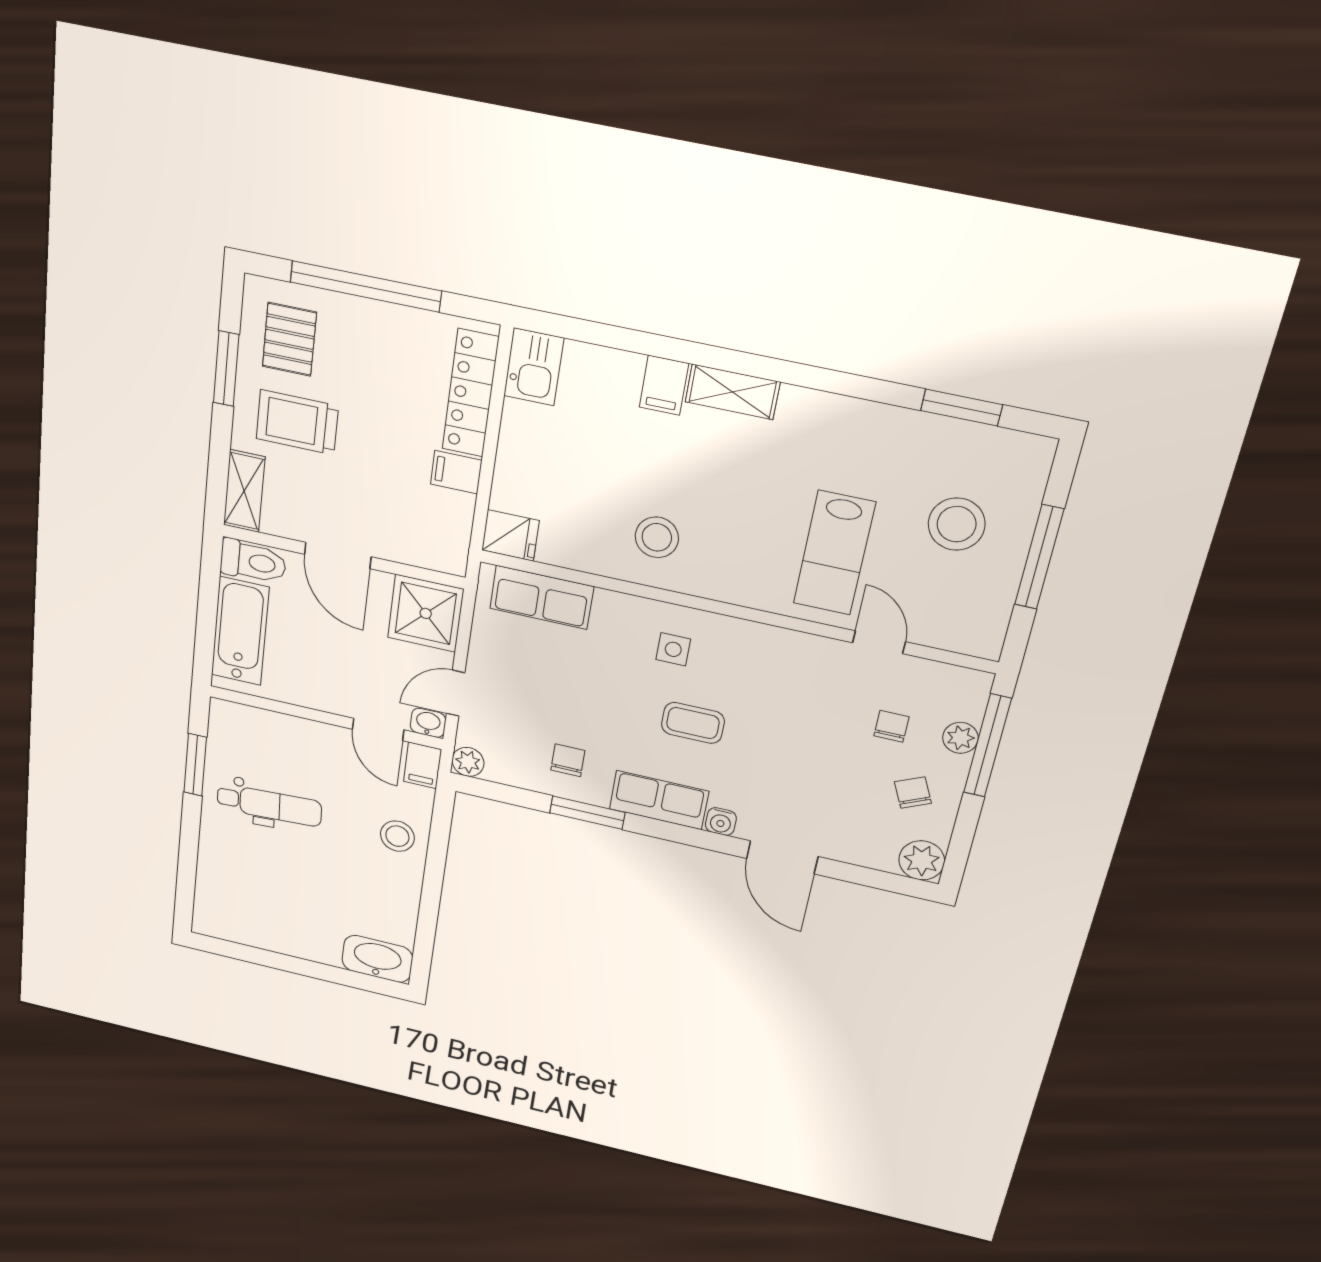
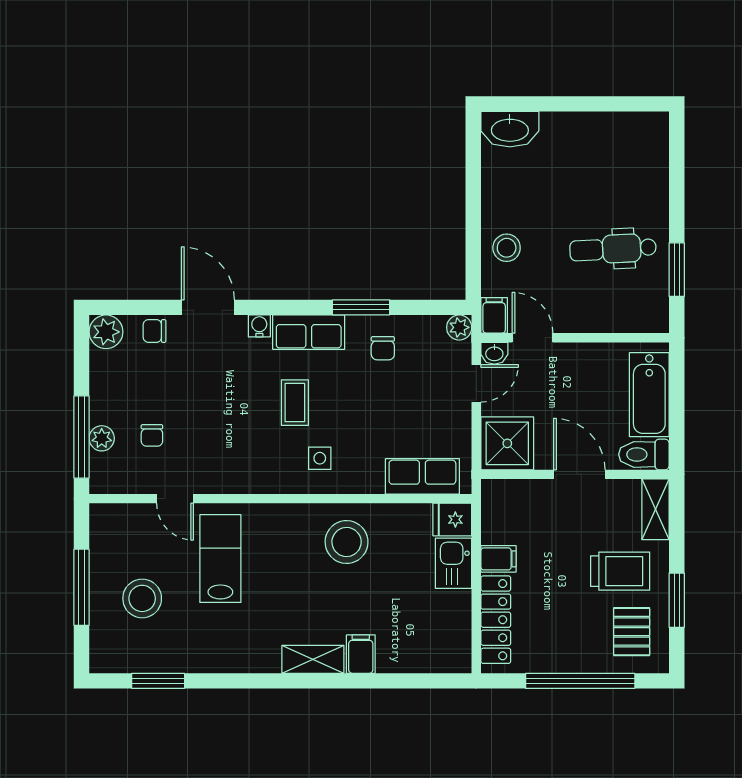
kitchen sink: (534, 367) -> (454, 563), moved
stool: (657, 537) -> (347, 542), width x1.38, depth x1.38
coffee table: (693, 723) -> (295, 403), turned 90
chair: (913, 793) -> (154, 331), moved, turned 115

